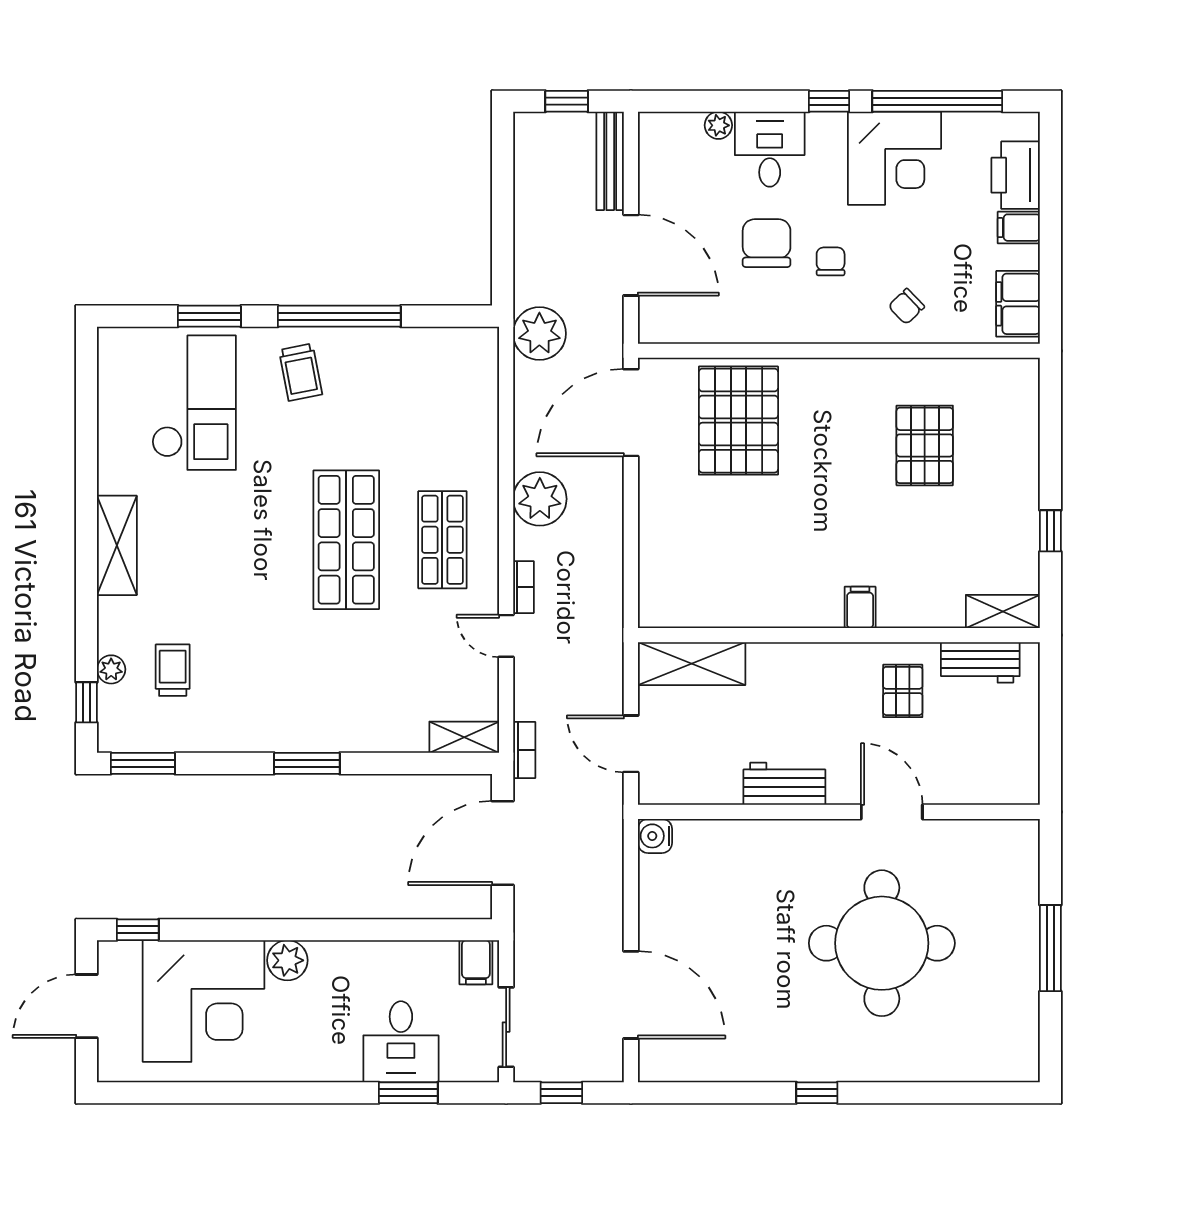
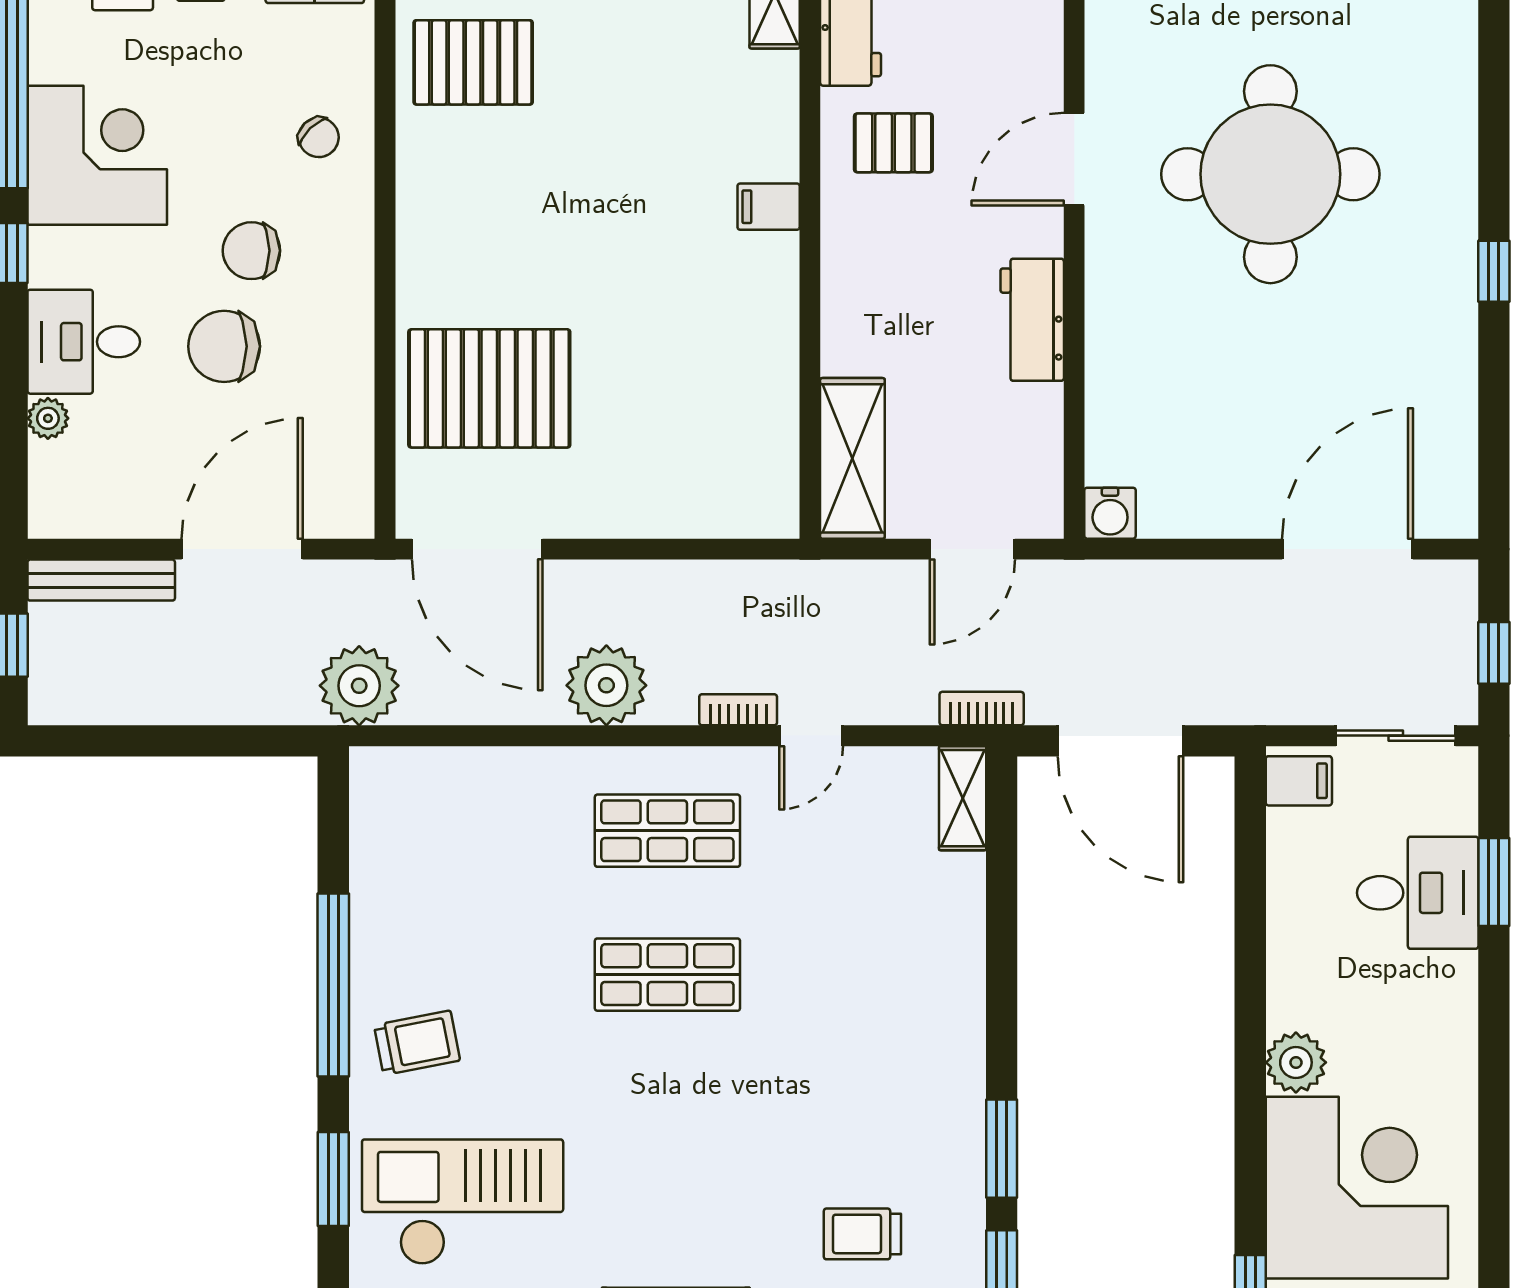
chair: (831, 261) -> (251, 251), width x1.37, depth x1.37
pallet: (925, 445) -> (473, 62), moved
shop shelf: (346, 540) -> (667, 975), width x0.70, depth x0.74
window: (307, 763) -> (1002, 1149), moved

